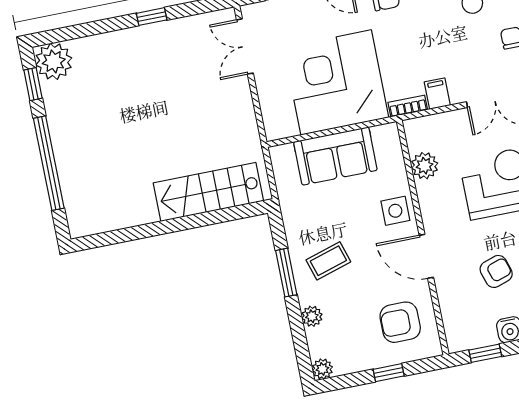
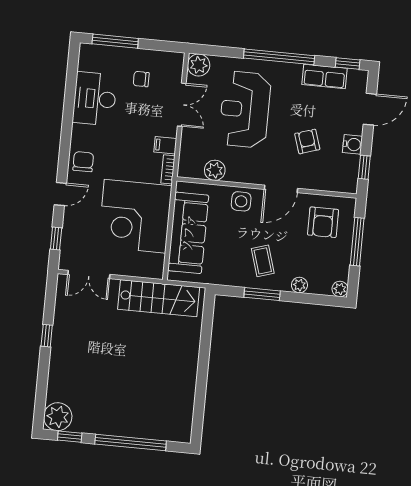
sofa: (335, 156) -> (188, 233), width x1.36
stairs: (208, 192) -> (159, 298), moved, turned -90
window: (389, 373) -> (357, 242), width x2.17

